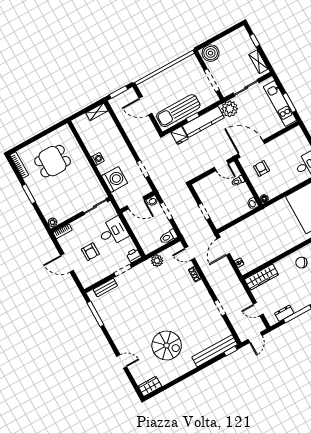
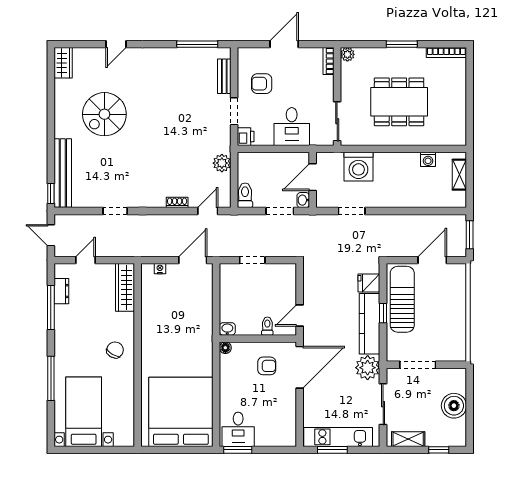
boiler: (211, 53) -> (454, 406), moved
shelving: (97, 112) -> (459, 175), moved
washing machine: (98, 159) -> (428, 159), moved
dining table: (53, 161) -> (399, 102), moved, width x1.38
door: (223, 246) -> (193, 260), hinge flipped
armchair: (90, 252) -> (262, 84), moved

